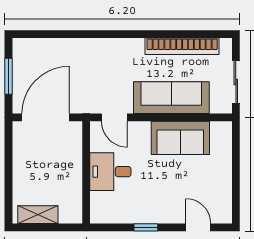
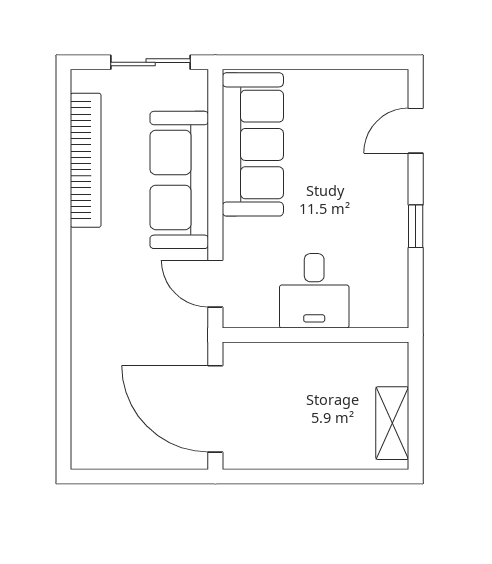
window: (8, 76) -> (140, 477), removed
door: (114, 117) -> (215, 284), swing flipped
sofa: (180, 138) -> (253, 144), width x1.36

